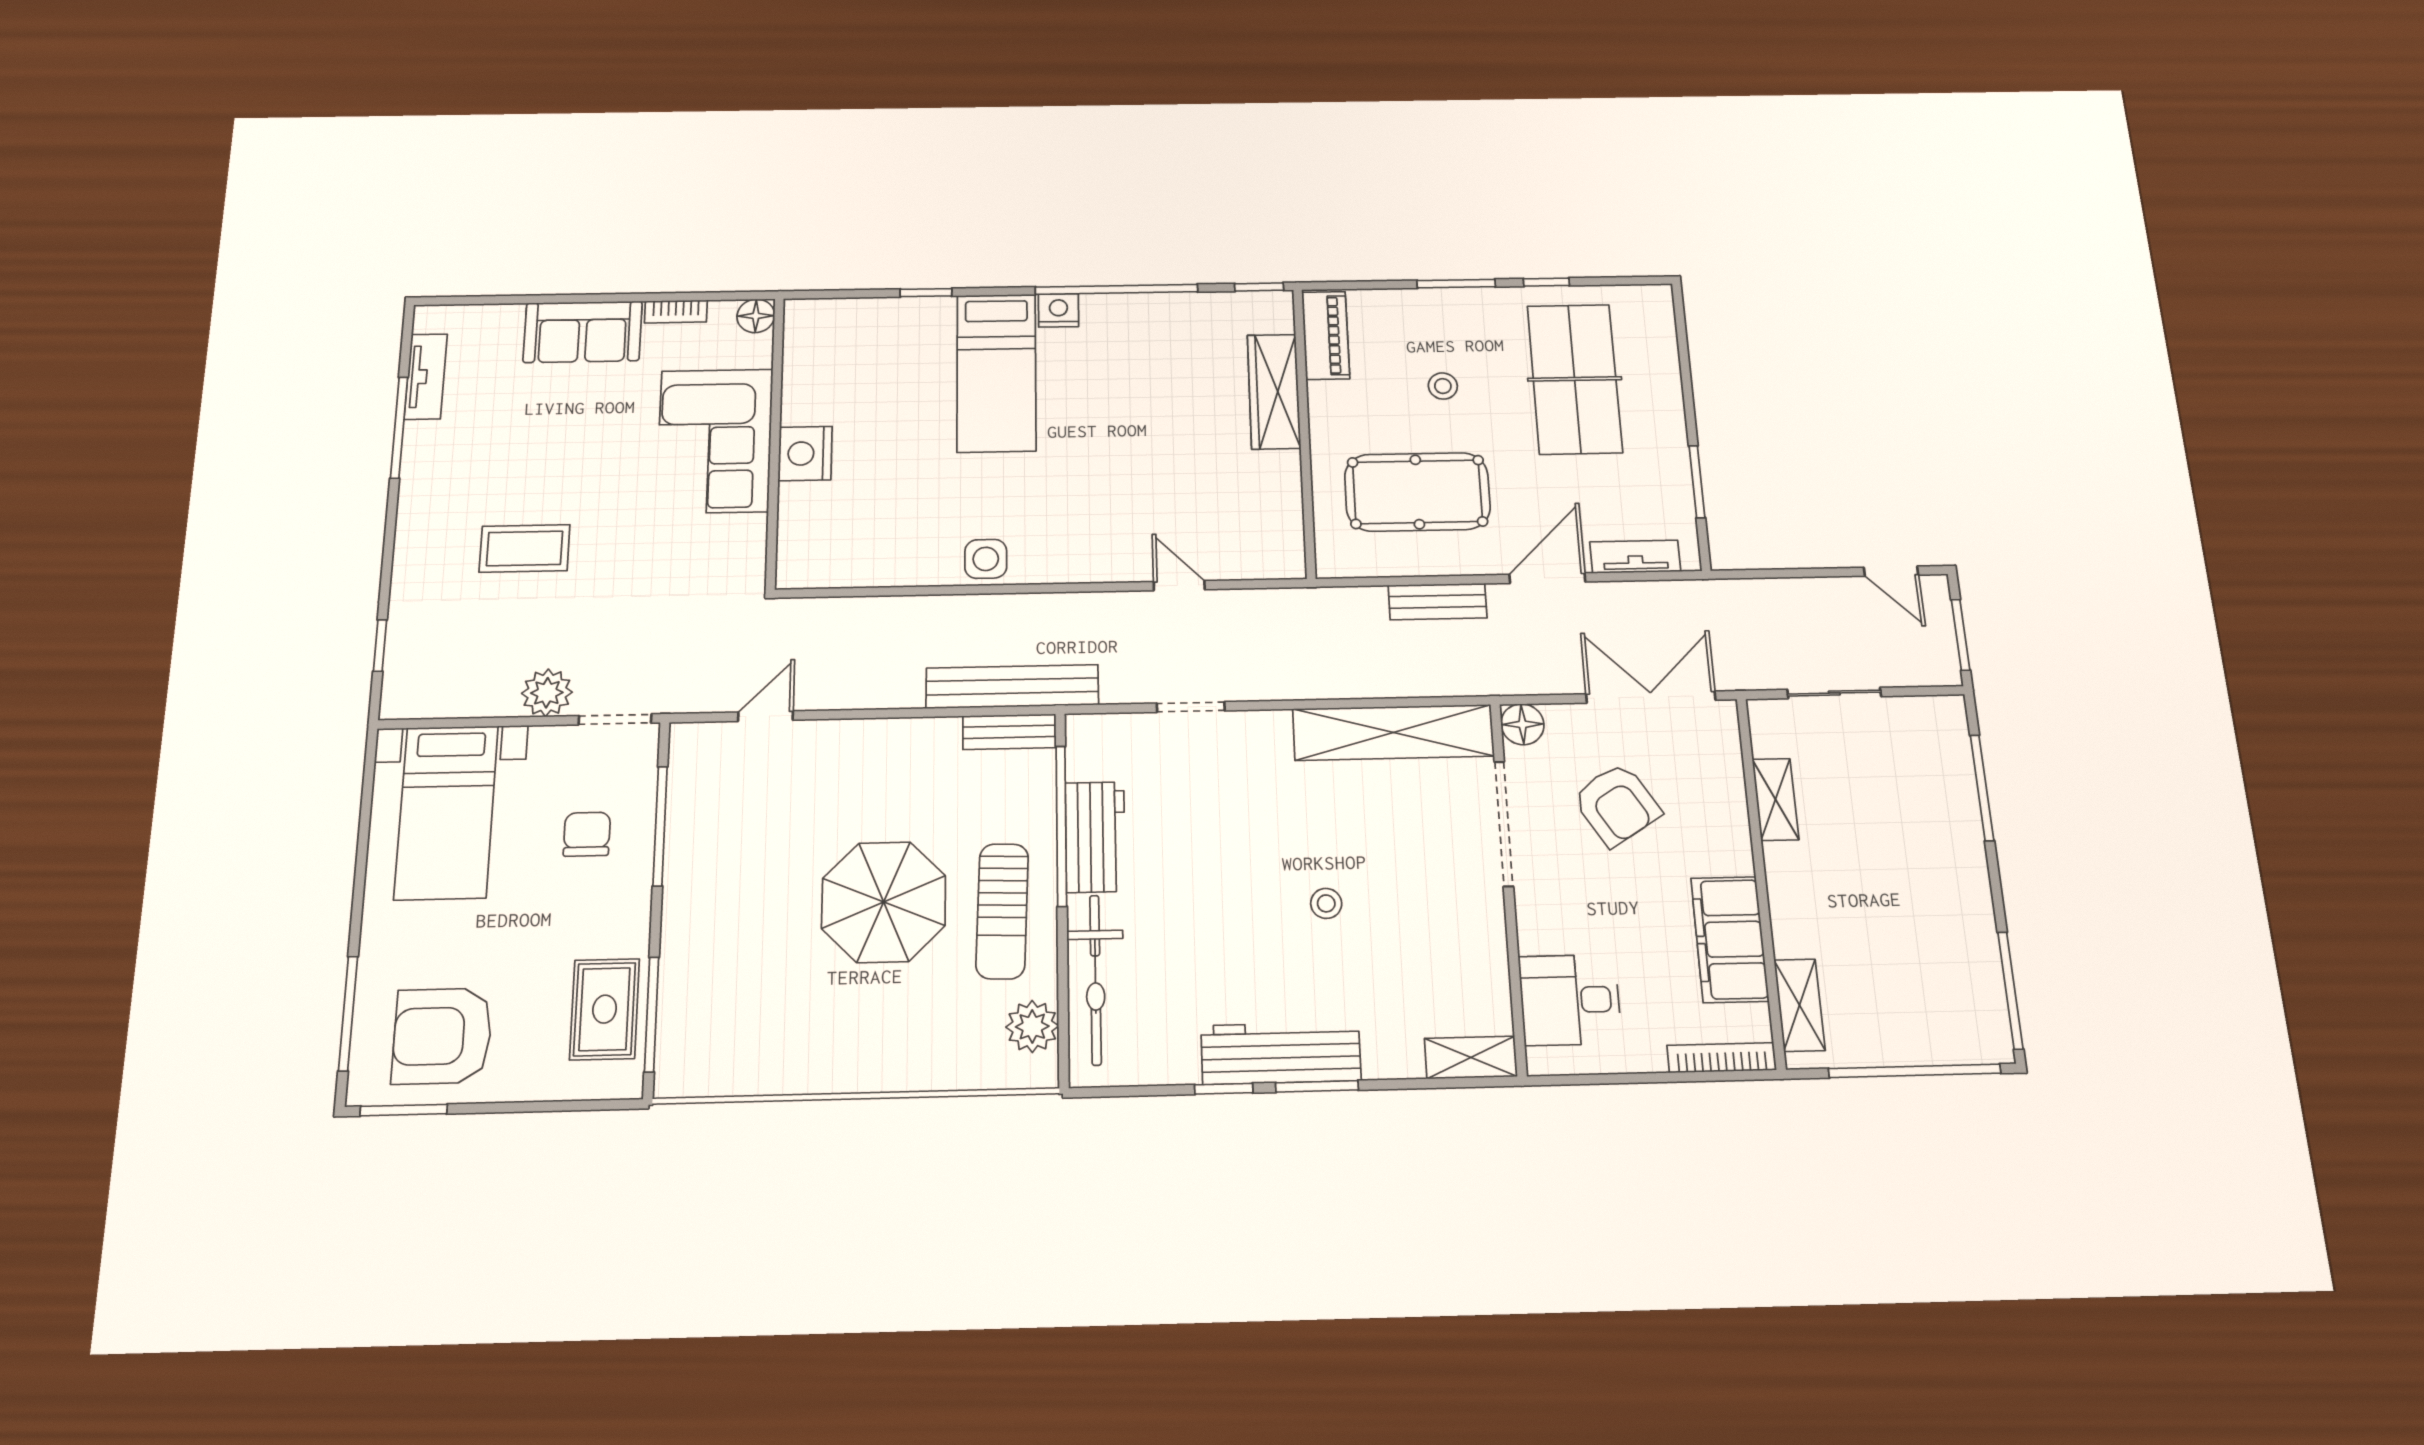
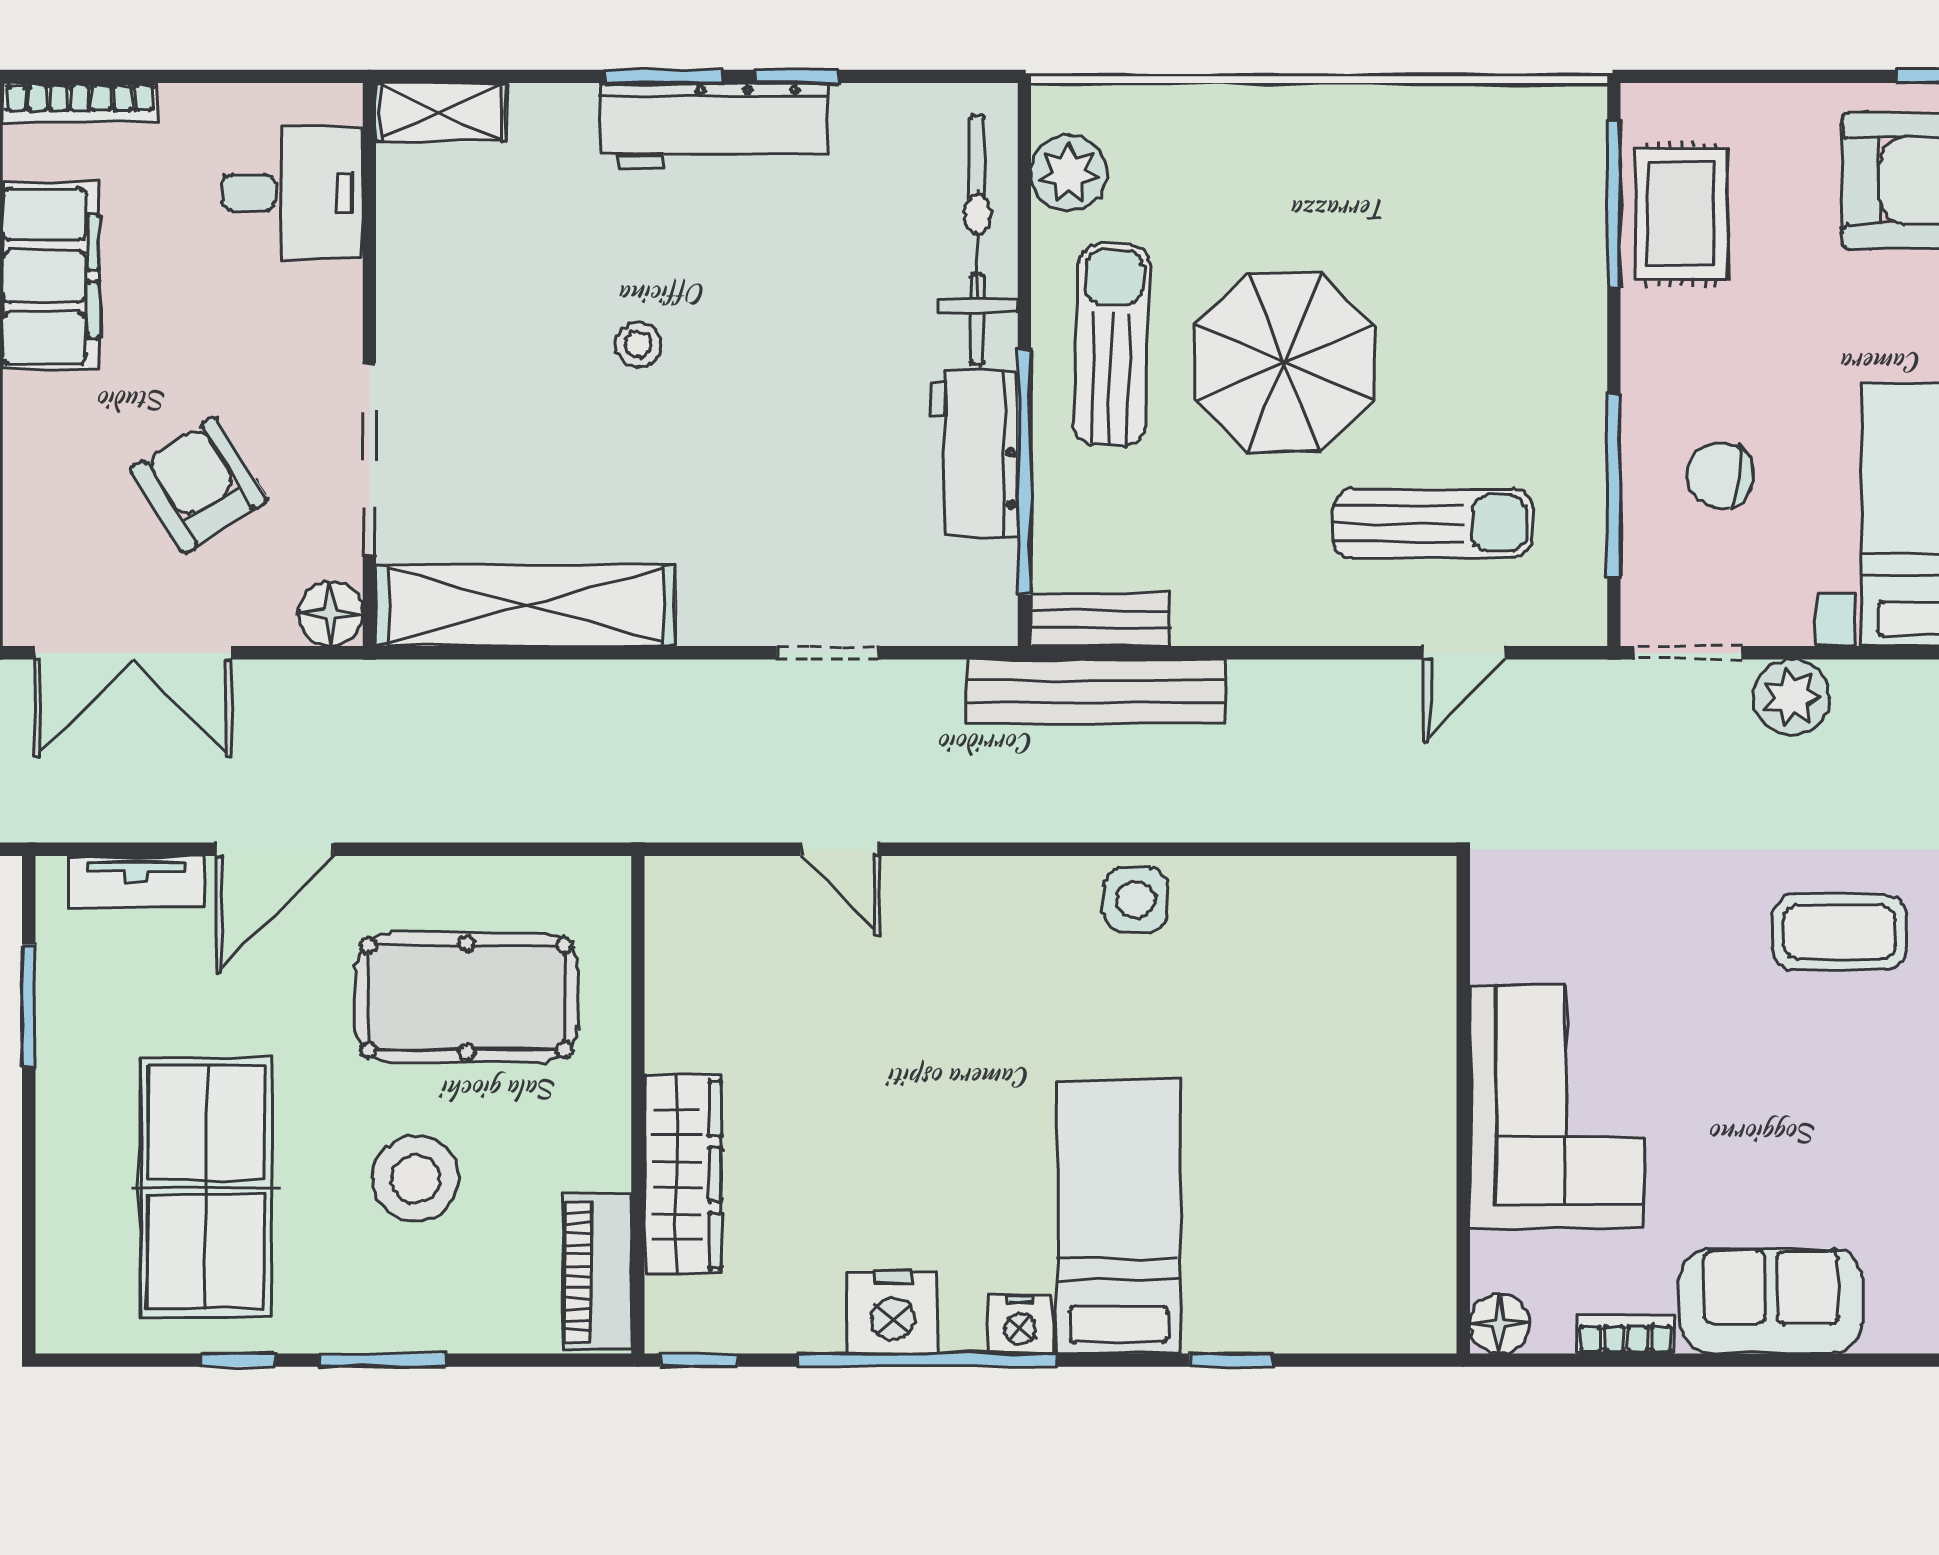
stool: (1443, 386) -> (416, 1179), width x1.89, depth x1.89
nightstand: (805, 453) -> (893, 1313), moved, turned 90
bench: (1438, 602) -> (446, 814), removed
sun lounger: (784, 799) -> (1433, 523), added
chair: (587, 834) -> (1720, 475), turned 98

